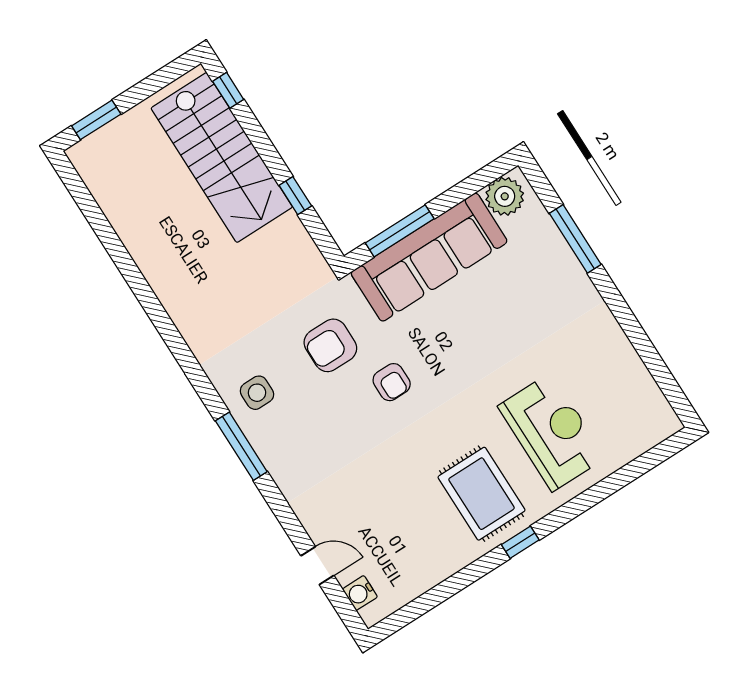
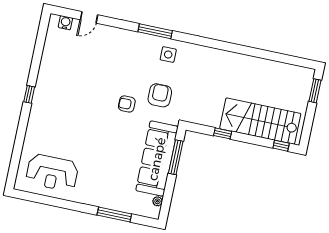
plant: (505, 196) -> (157, 201), width x0.53, depth x0.53
reception desk: (552, 432) -> (52, 173), moved
rug: (482, 494) -> (59, 97), removed

